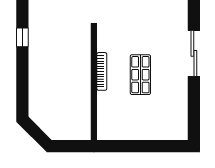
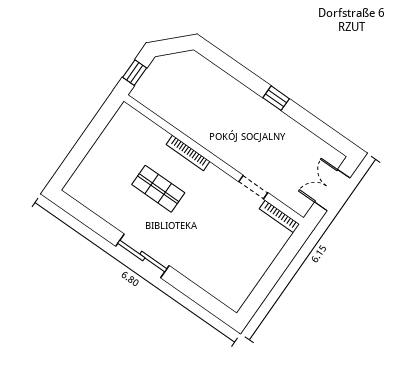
window: (72, 146) -> (135, 73), added

